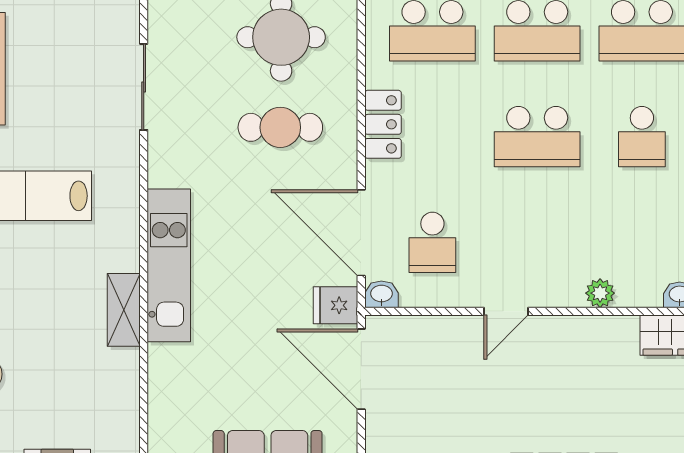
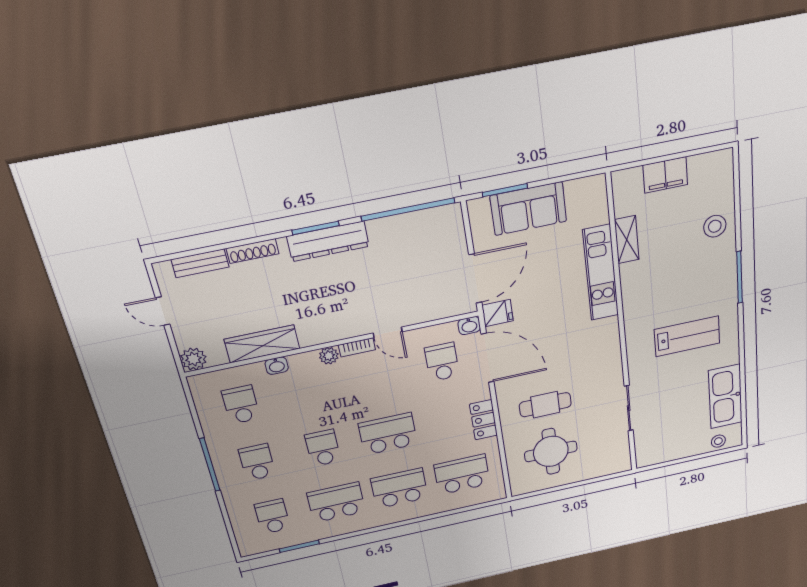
kitchen unit: (169, 265) -> (601, 273), moved
bookcase: (556, 297) -> (357, 347), added
shelving: (124, 310) -> (627, 240), moved
door: (506, 311) -> (388, 332), swing flipped
door: (361, 369) -> (475, 279), hinge flipped

